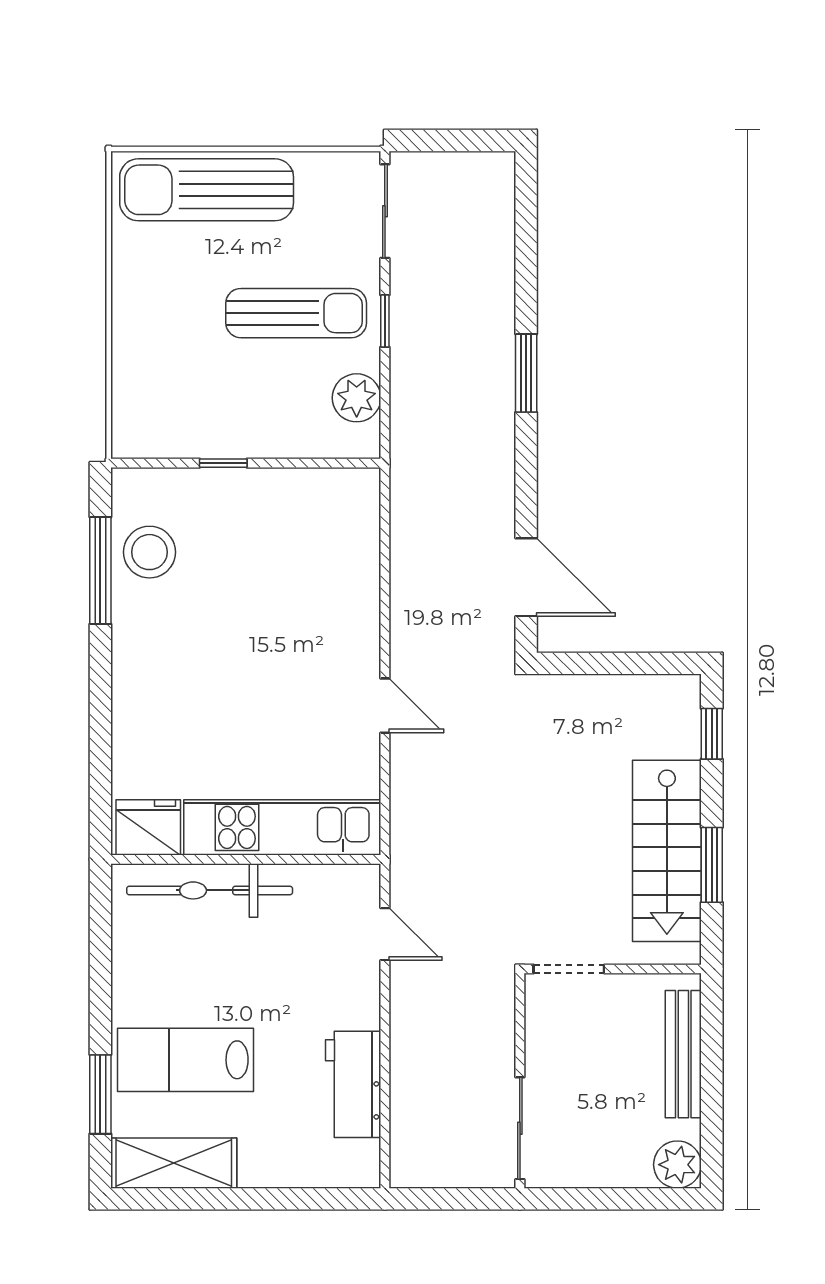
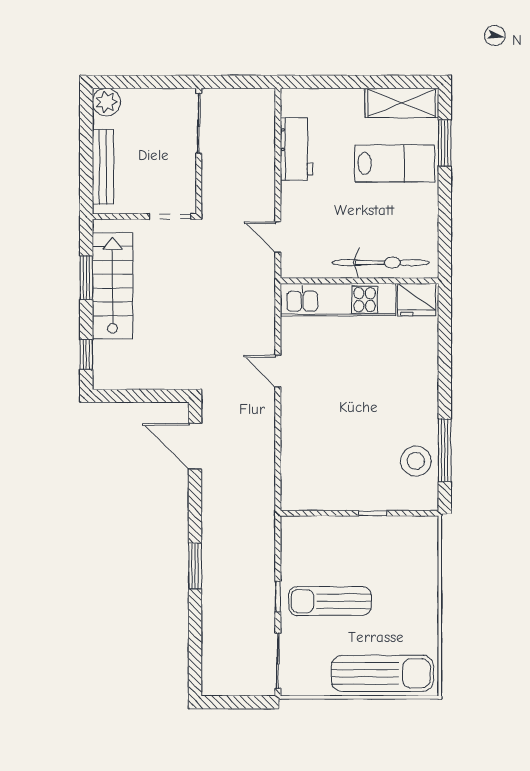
plant: (357, 398) -> (295, 551), removed

